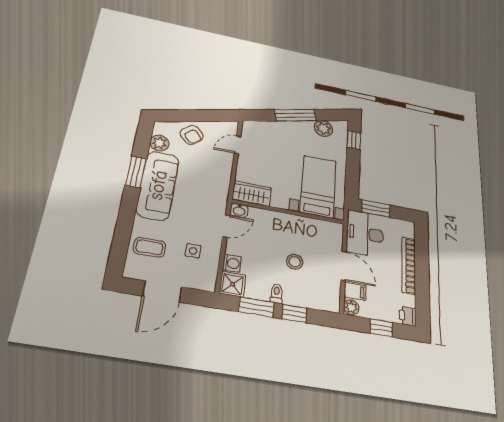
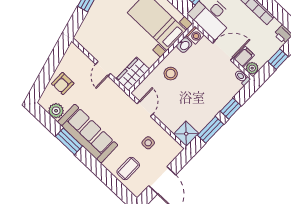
armchair: (192, 135) -> (63, 84), turned 134
door: (237, 145) -> (103, 69), moved
washbasin: (239, 210) -> (184, 45), moved
stool: (295, 262) -> (171, 74), moved
washing machine: (232, 263) -> (195, 35), moved, turned 90
toilet: (277, 293) -> (242, 77), moved

